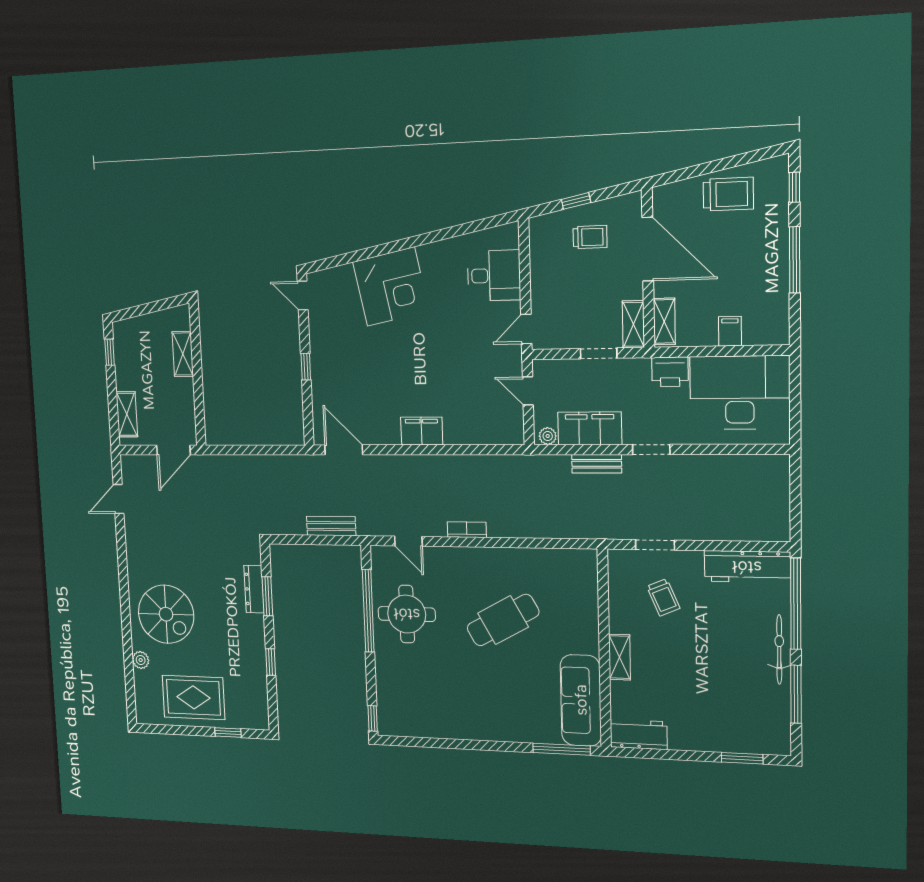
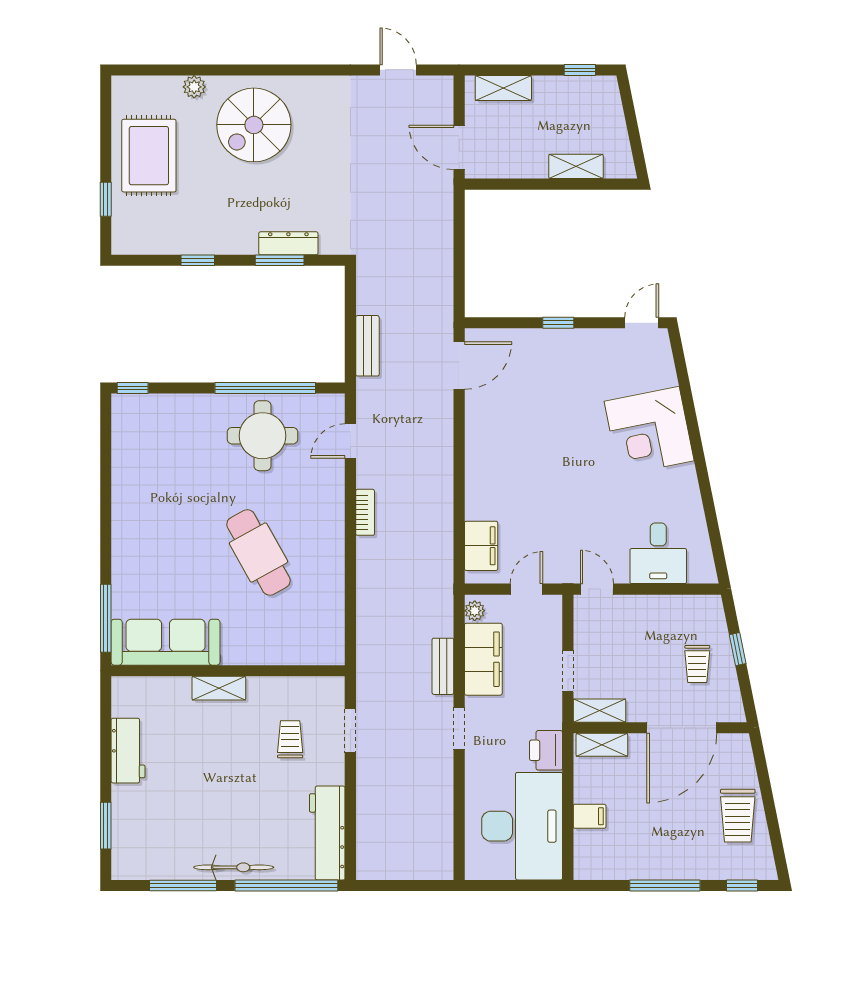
filing cabinet: (422, 431) -> (481, 546), moved
trolley: (663, 597) -> (290, 739), turned 113
workbench: (639, 734) -> (128, 751), moved

